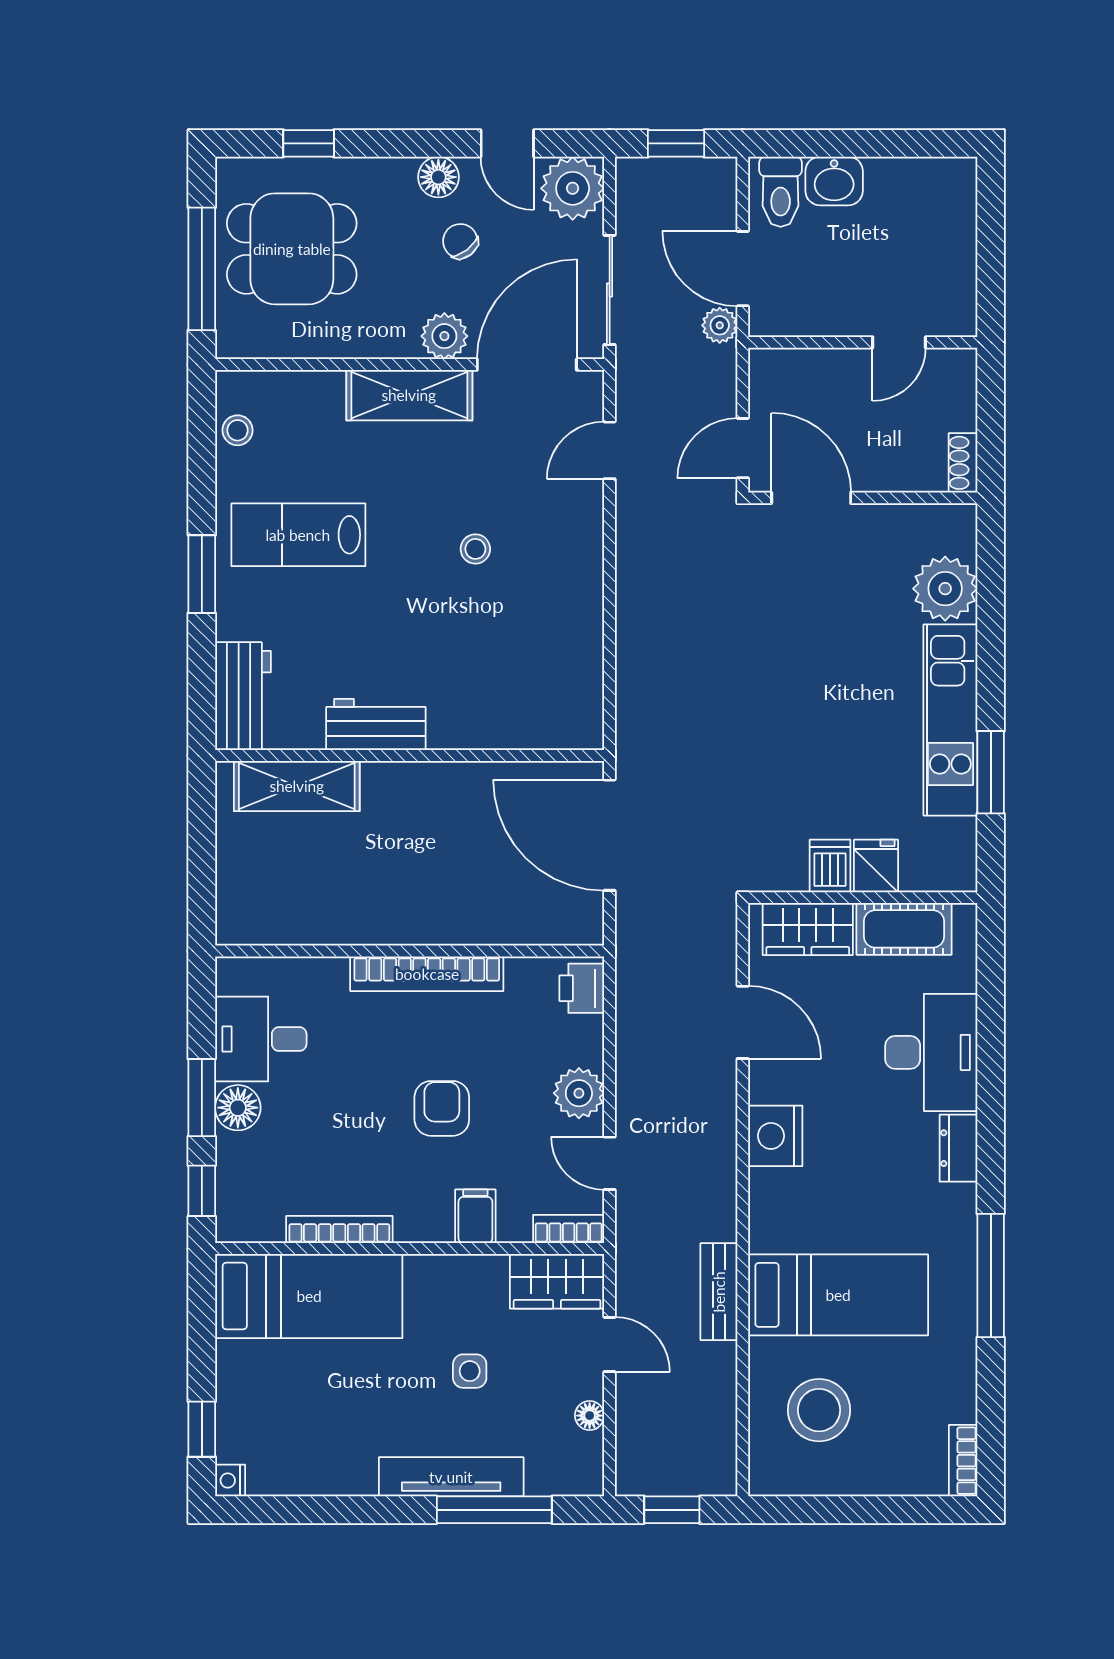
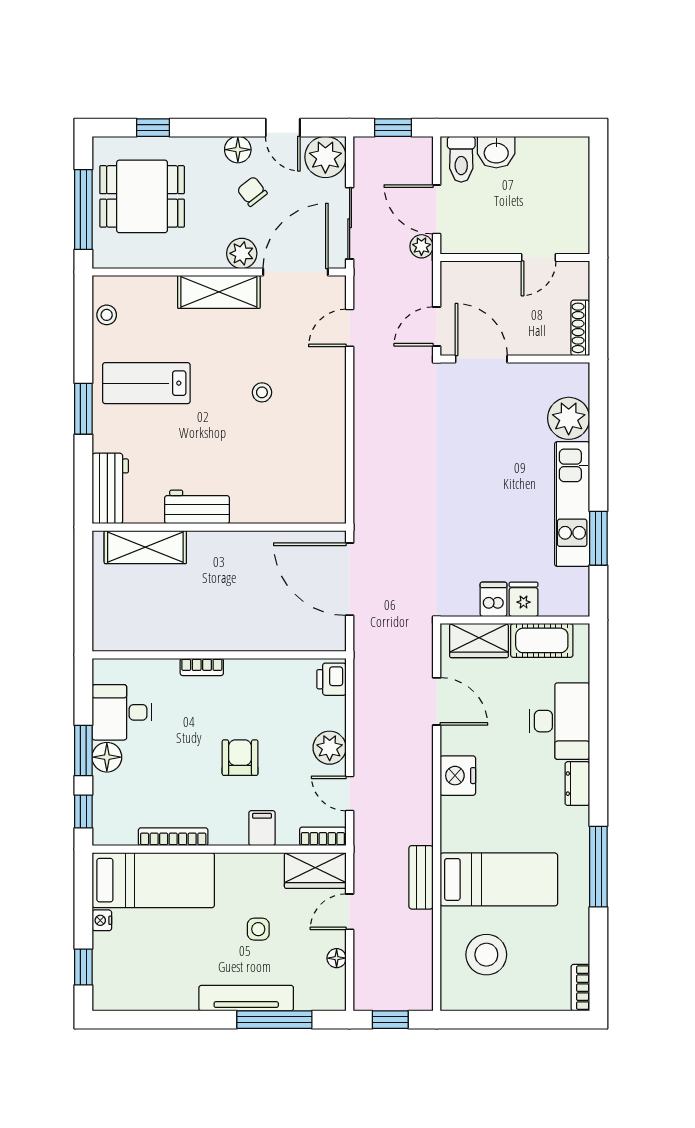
shoe rack: (963, 463) -> (580, 328), width x1.43
bookcase: (427, 974) -> (202, 667), width x0.43, depth x0.76
door: (610, 1344) -> (350, 912), swing flipped
nightstand: (230, 1481) -> (102, 920), moved

